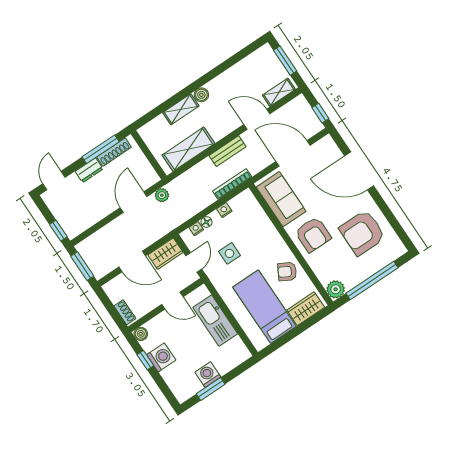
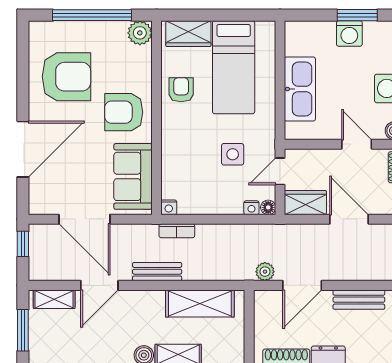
door: (257, 119) -> (99, 285), hinge flipped
door: (359, 171) -> (23, 149), hinge flipped
bookcase: (232, 184) -> (177, 231), width x0.64
nightstand: (224, 210) -> (169, 207), moved
bench: (93, 217) -> (359, 300), added
floor lamp: (206, 222) -> (268, 207), moved
armchair: (313, 235) -> (124, 112), turned -90
armchair: (287, 272) -> (181, 90), turned -119
door: (172, 301) -> (357, 144), moved

